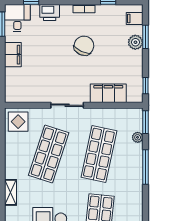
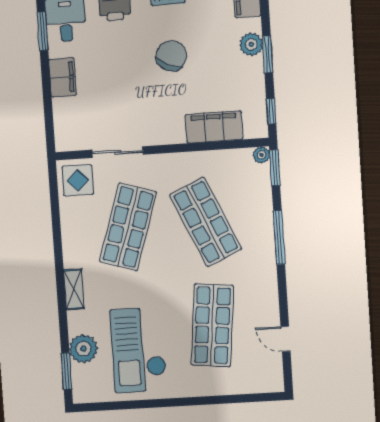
window: (146, 37) -> (268, 54), moved
sliding door: (67, 105) -> (118, 152), moved
plant: (138, 137) -> (261, 155), moved
shop shelf: (99, 154) -> (206, 222), turned -36

